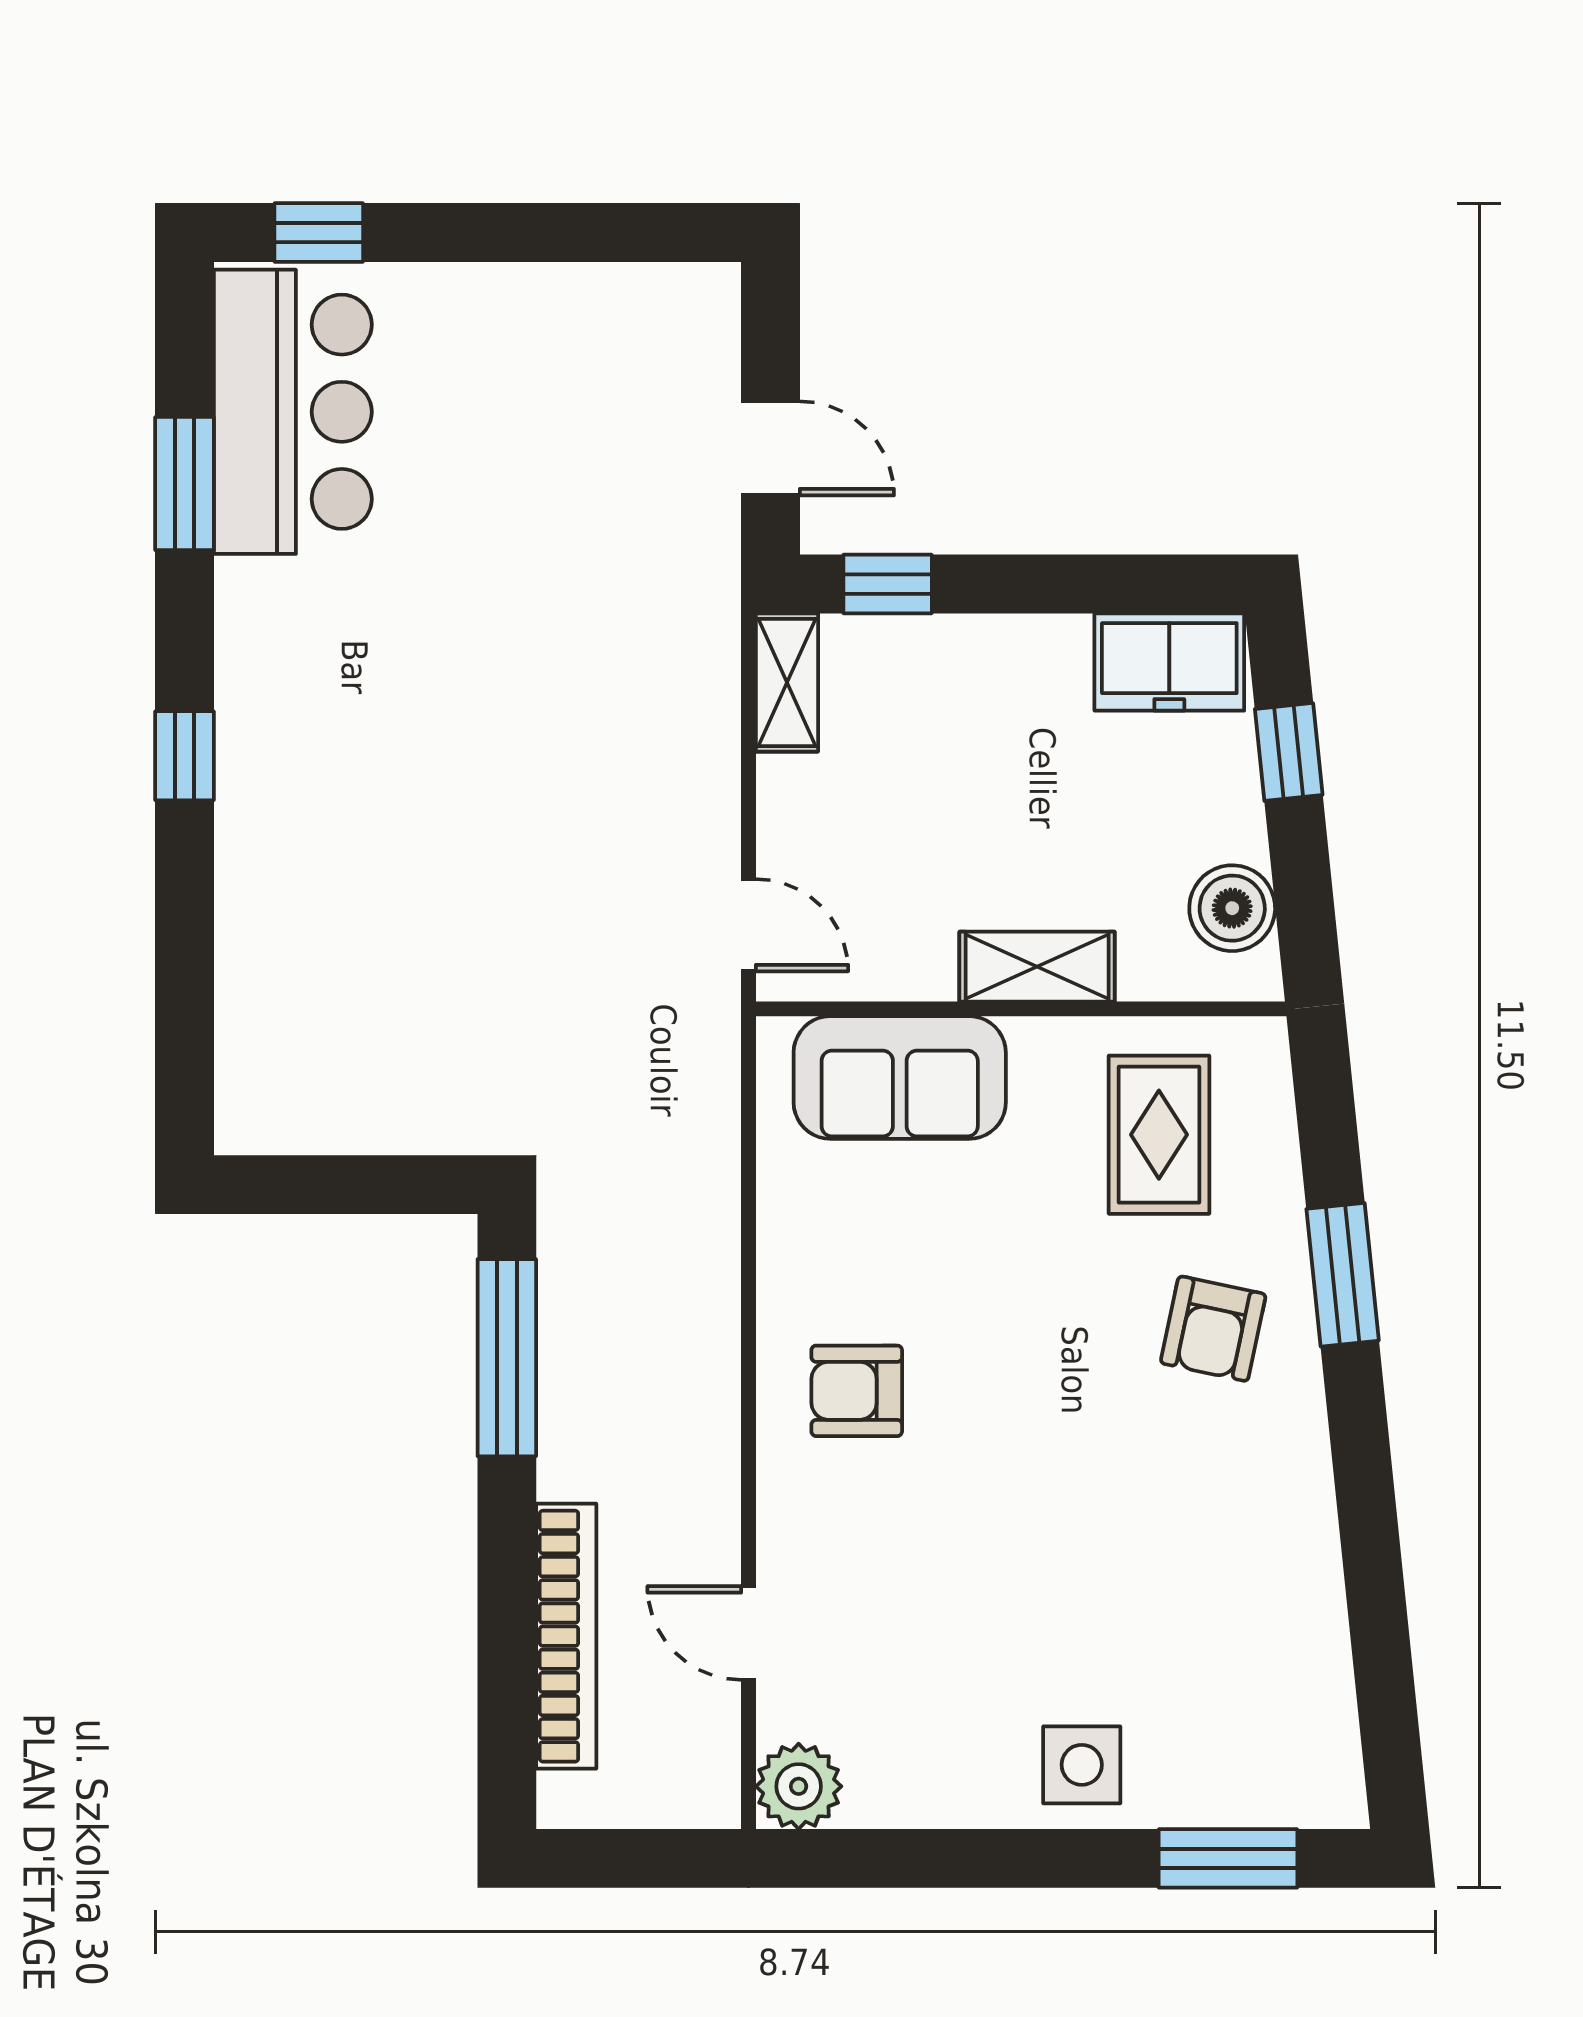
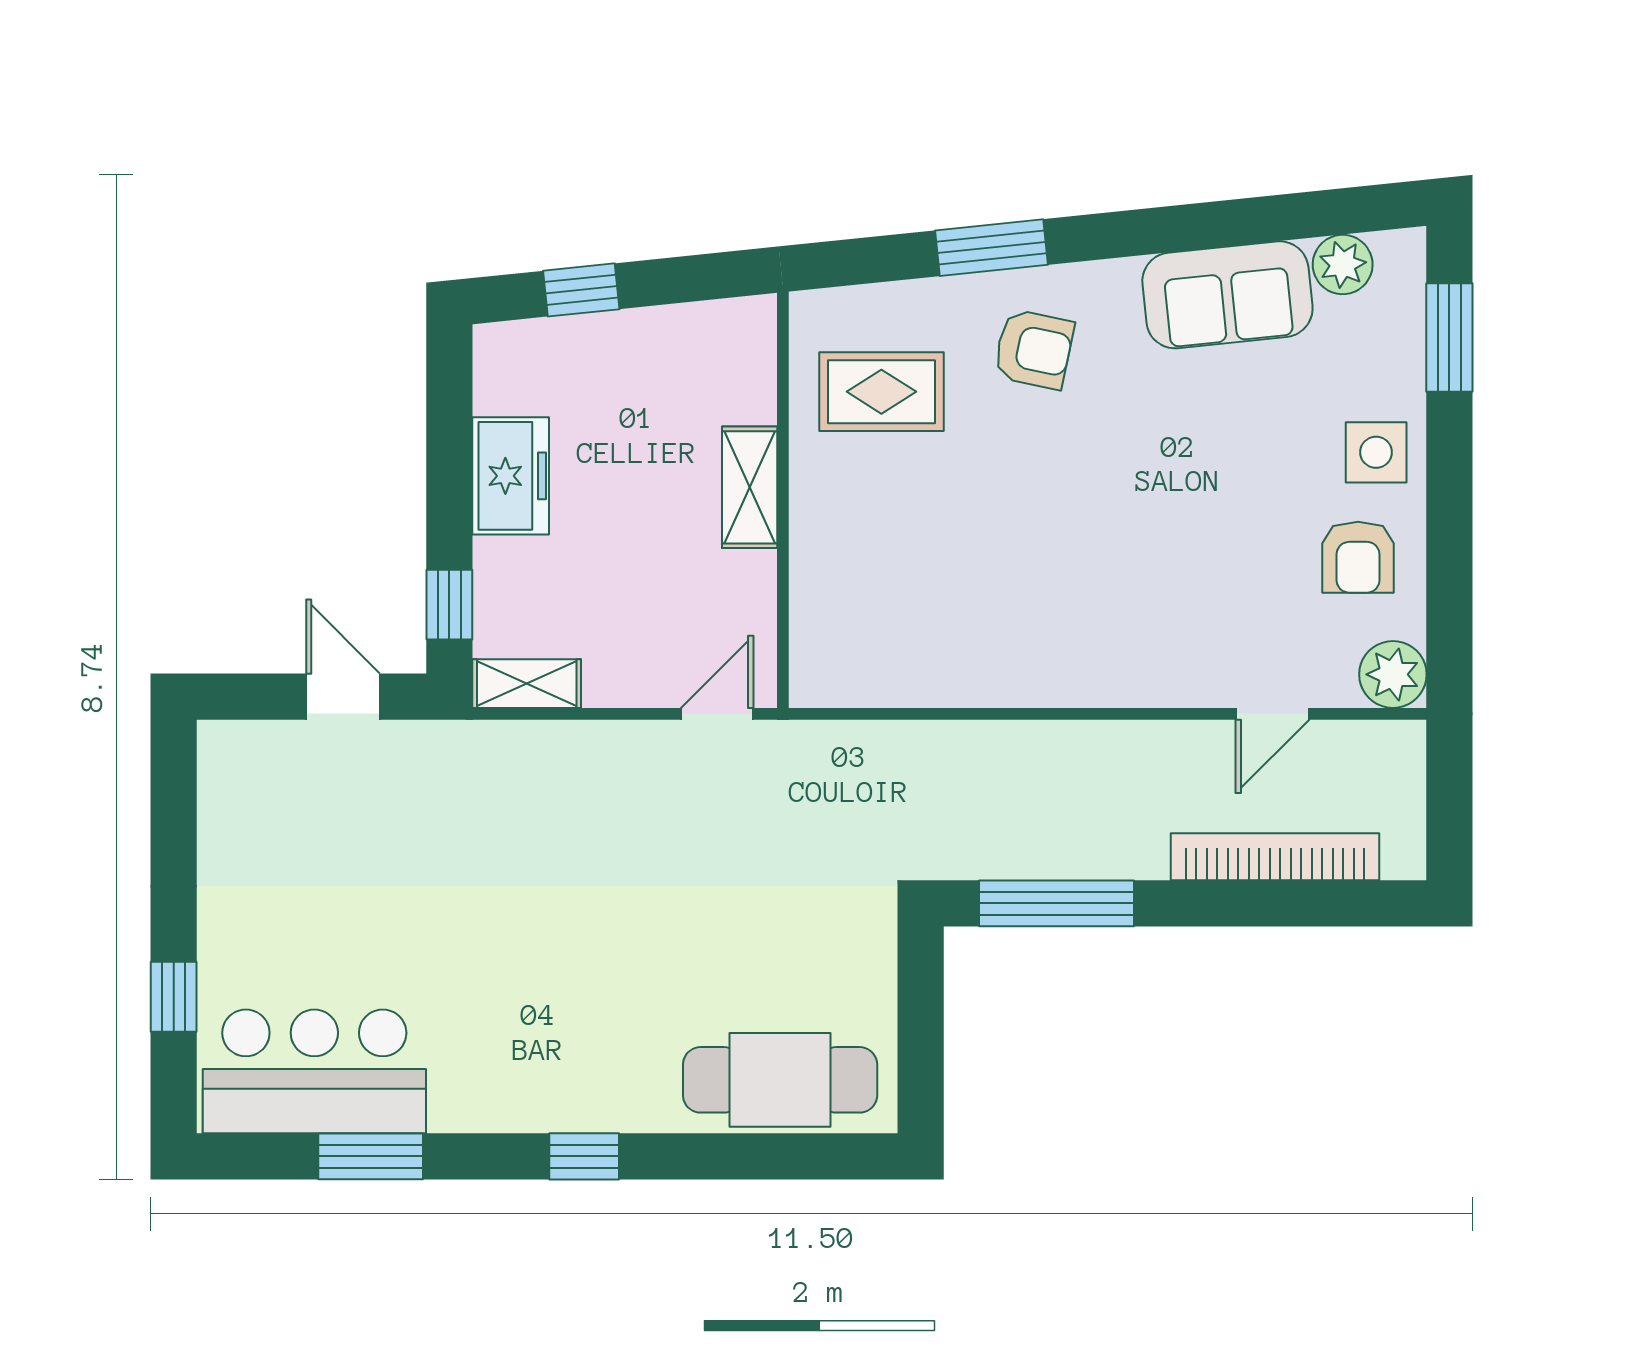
window: (319, 232) -> (174, 997), moved
door: (770, 448) -> (343, 697), hinge flipped
freezer: (1169, 662) -> (511, 476), moved
boiler: (1232, 908) -> (704, 334), removed
cafe table: (282, 1005) -> (780, 1080), added
sofa: (900, 1078) -> (1227, 295), moved, turned 84
armchair: (857, 1391) -> (1358, 557), moved
plant: (1321, 1722) -> (1343, 265), added

